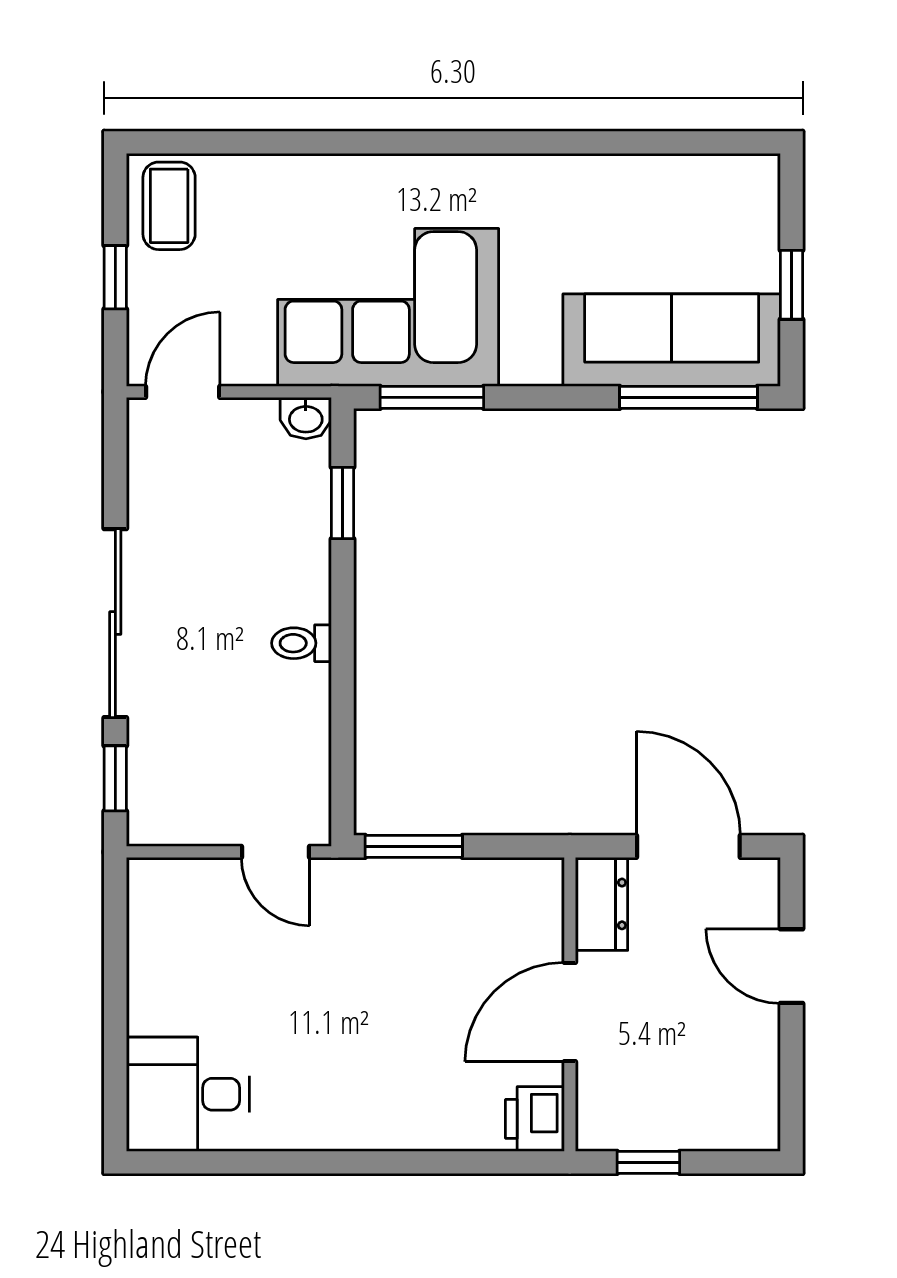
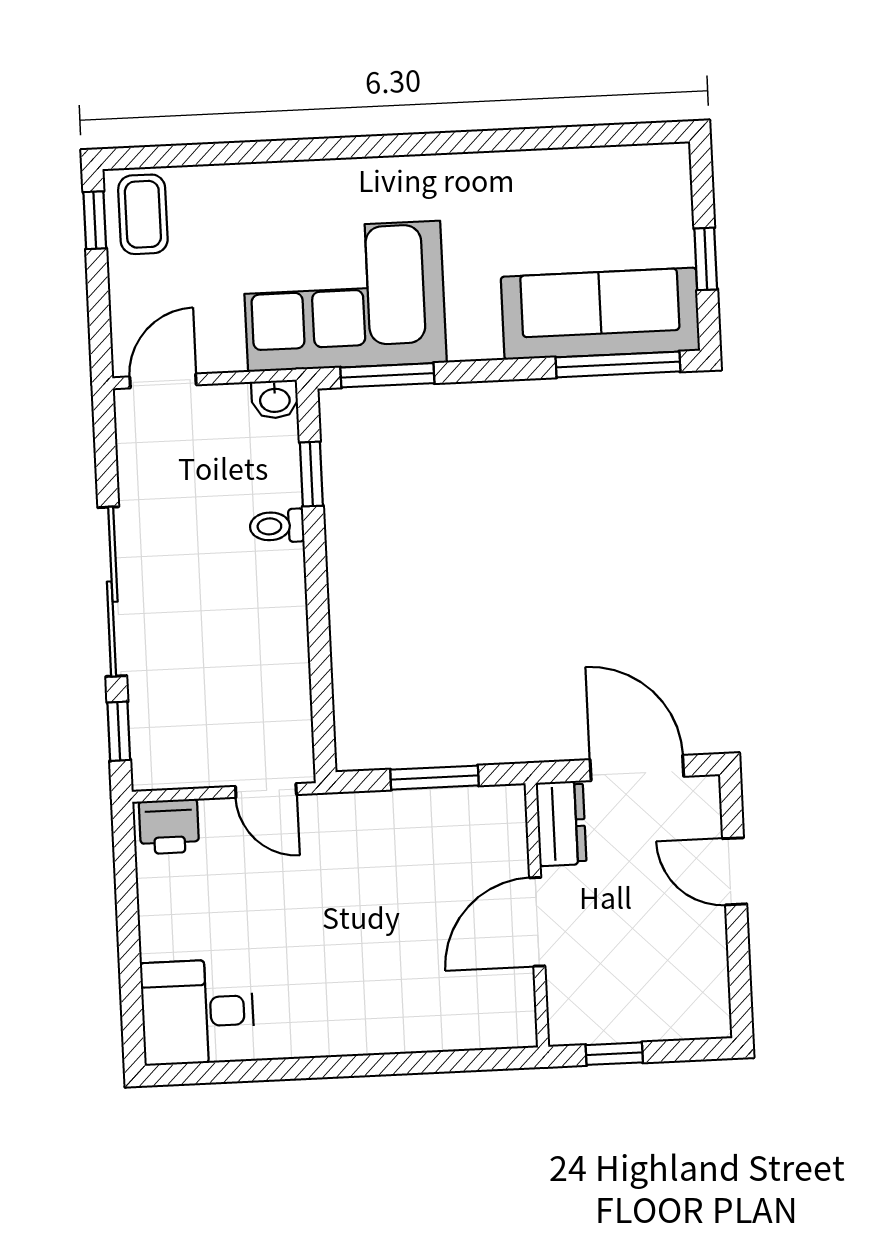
window: (115, 277) -> (95, 220), moved
toilet: (302, 643) -> (277, 526), moved
window: (414, 846) -> (434, 778), moved
printer: (535, 1119) -> (169, 827), moved, turned -90

